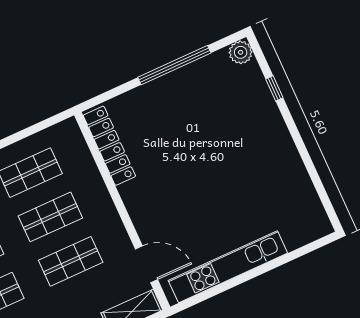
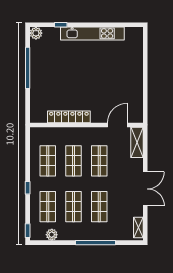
locker: (109, 146) -> (69, 117), moved
kitchen unit: (228, 267) -> (92, 33), moved, turned -90

